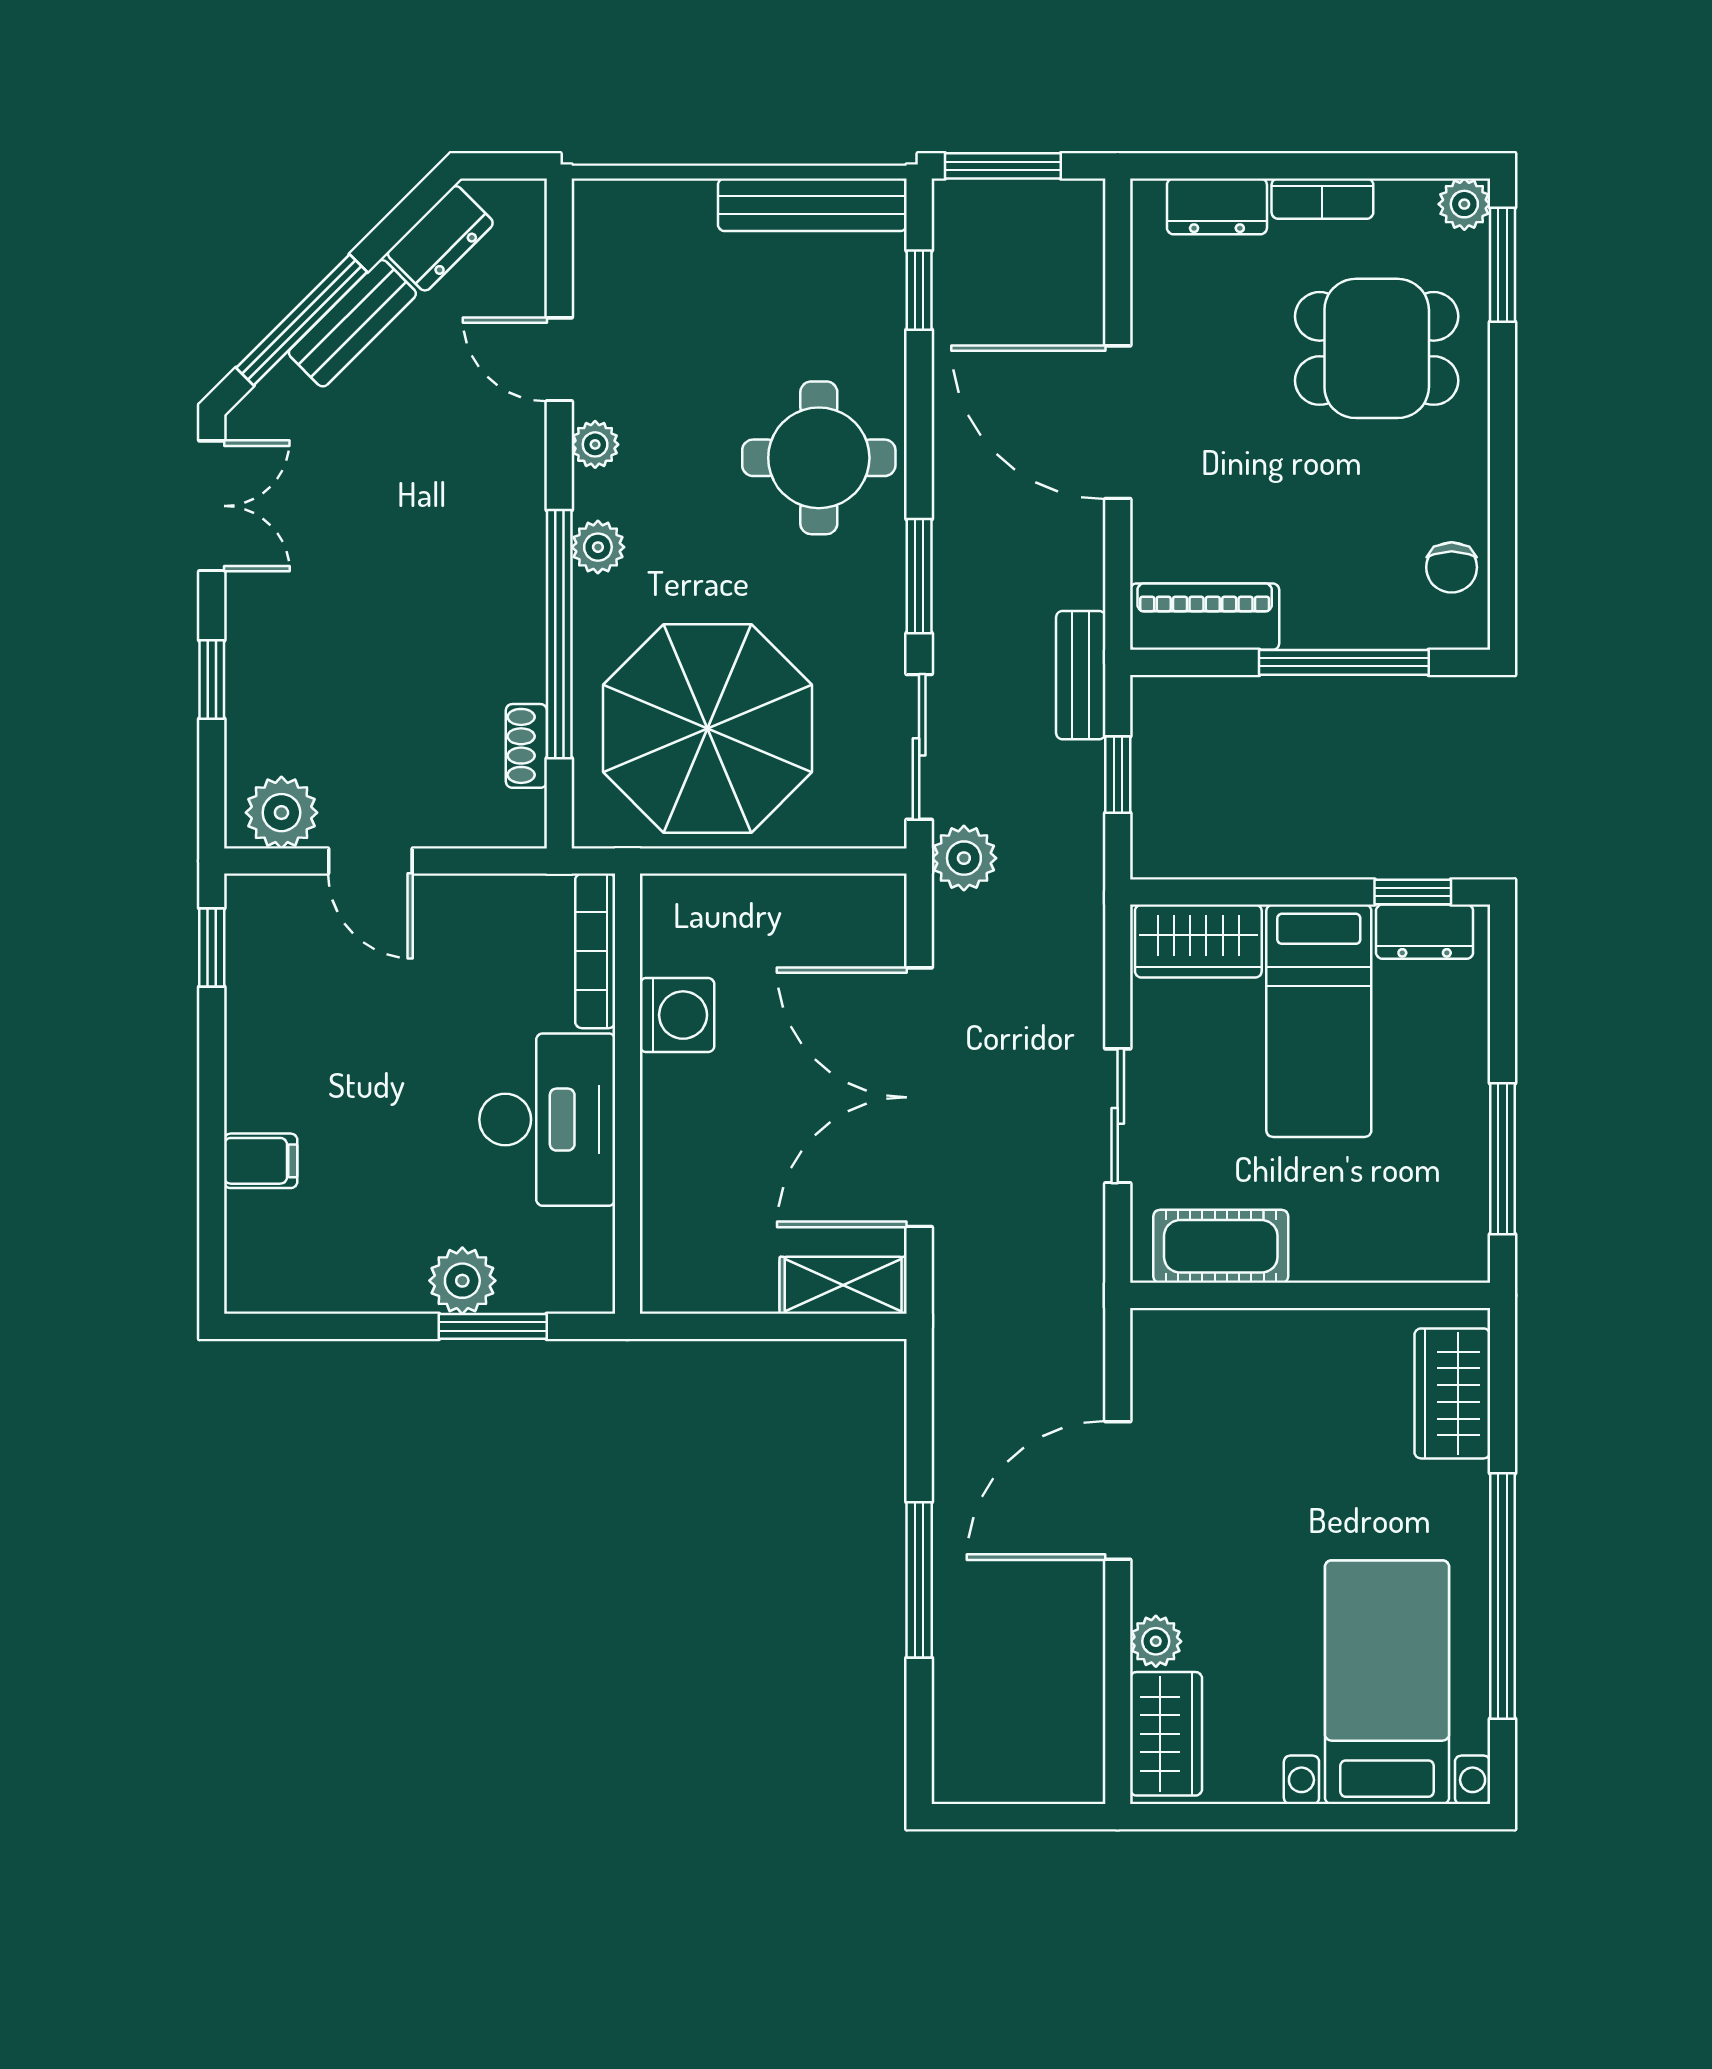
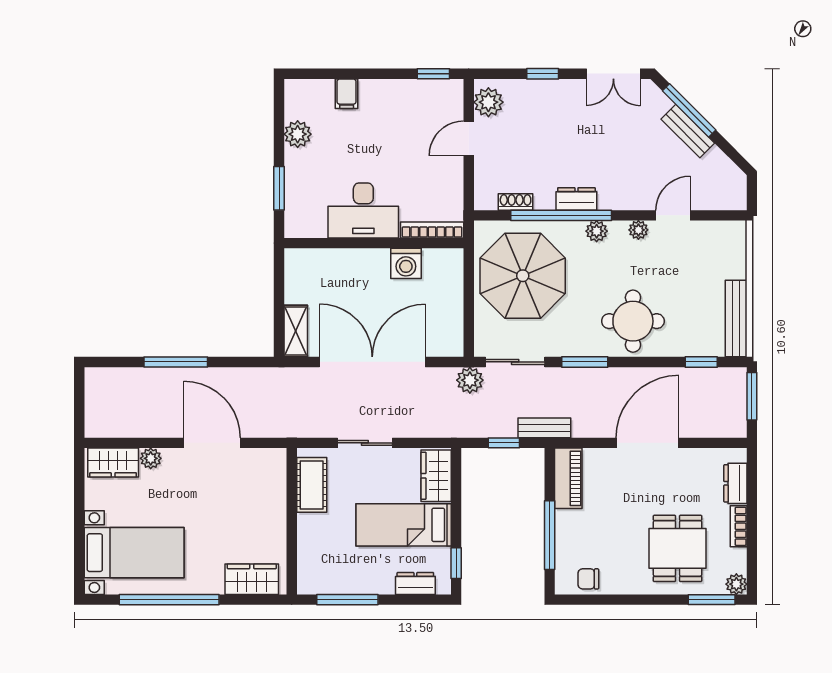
dresser: (440, 238) -> (576, 199), moved, turned 135
dresser: (1425, 932) -> (415, 584), moved, turned 90
plant: (462, 1281) -> (298, 134), moved

